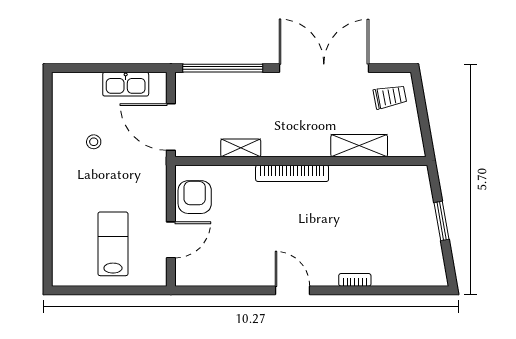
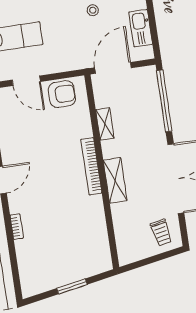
shelving: (359, 146) -> (115, 180), moved

